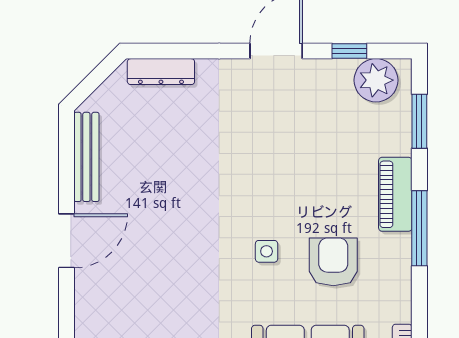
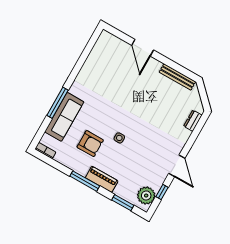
dresser: (161, 72) -> (193, 121), width x0.70
door: (66, 241) -> (143, 48), moved
side table: (267, 251) -> (119, 138), moved

